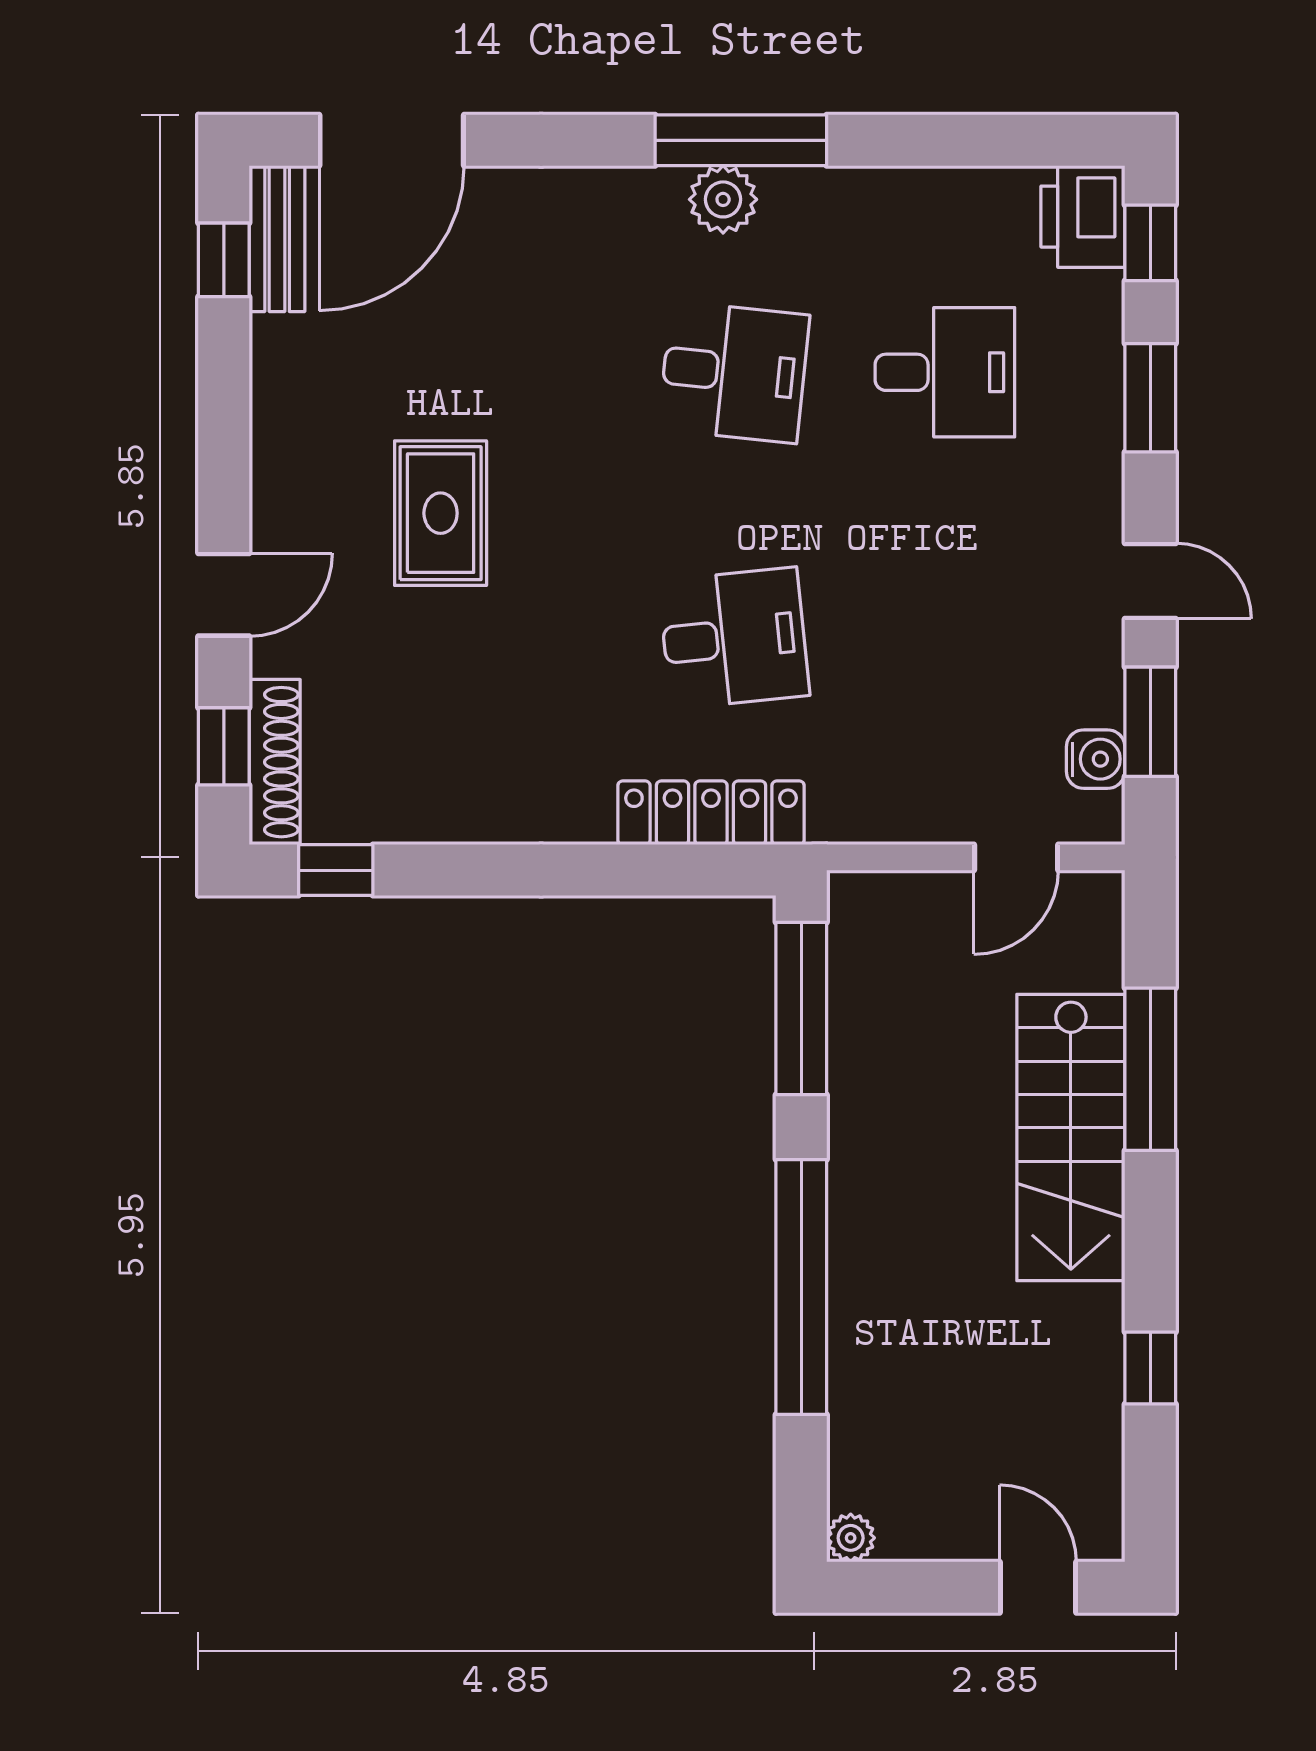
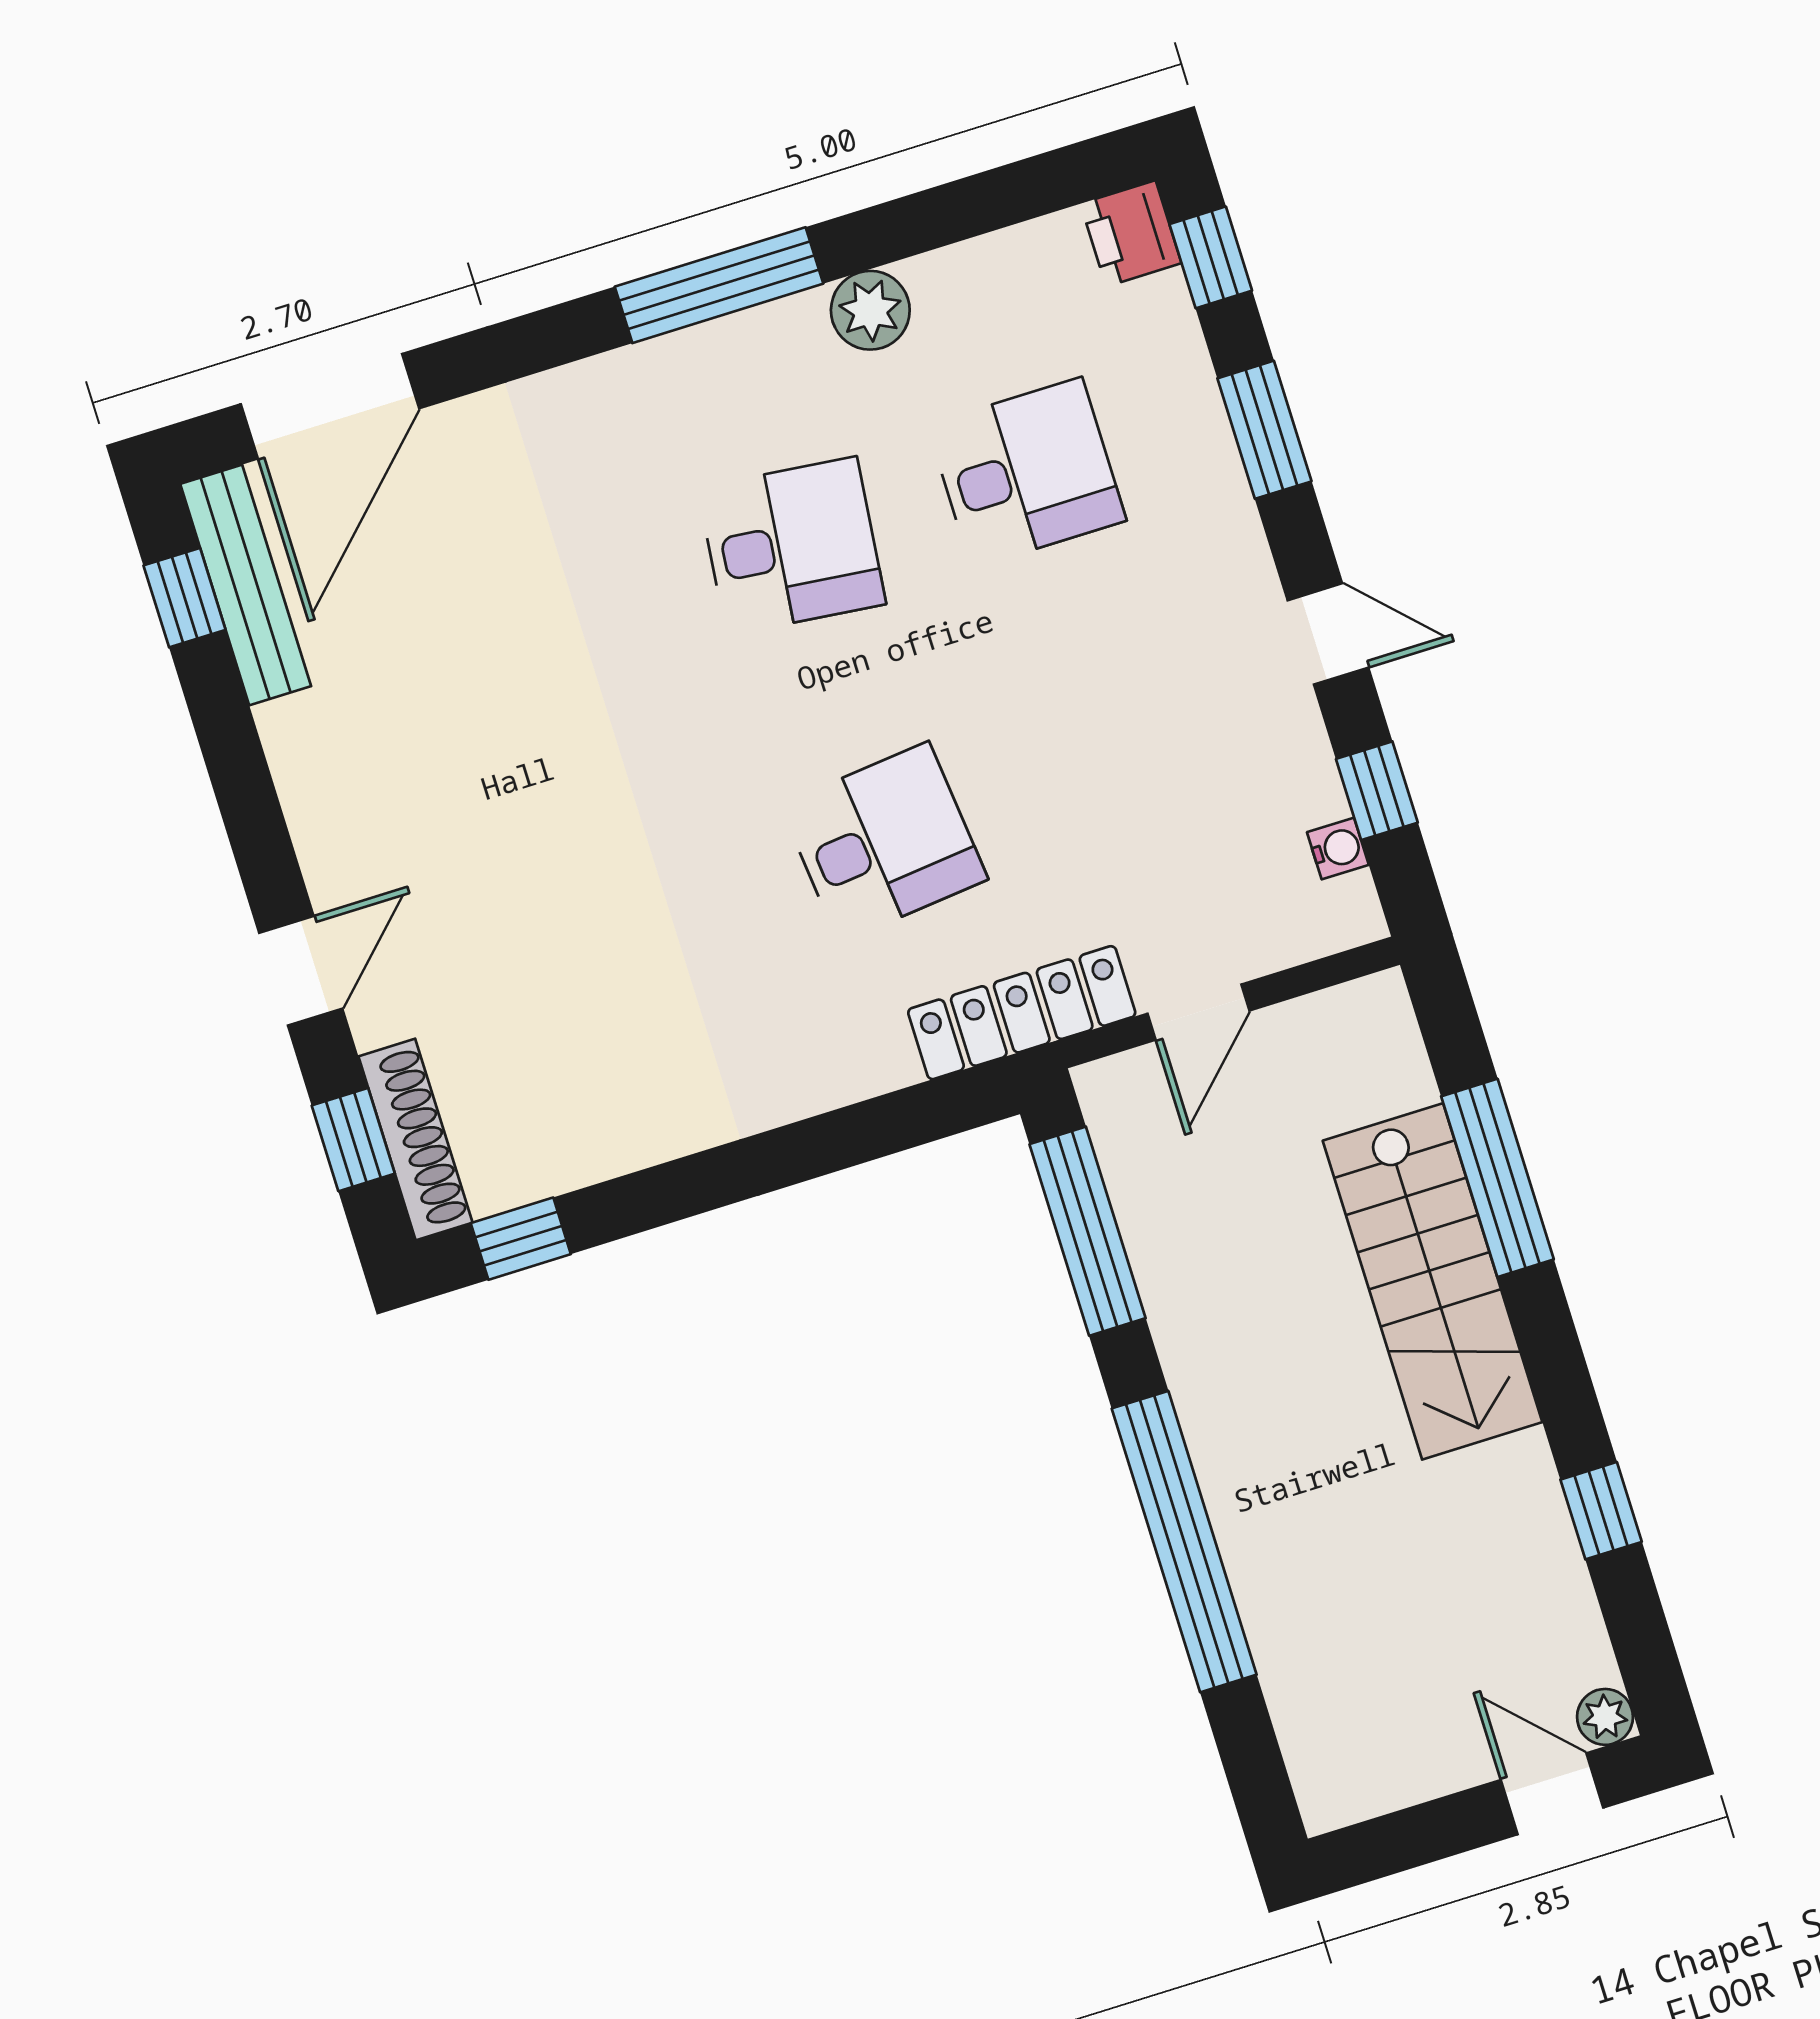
plant: (723, 199) -> (870, 310), moved
printer: (1083, 217) -> (1131, 233), width x0.73, depth x0.81
bench: (277, 239) -> (246, 585), width x1.36
rug: (441, 513) -> (514, 805), removed
window: (1150, 722) -> (1377, 791), width x0.67
water cooler: (1096, 759) -> (1338, 848), width x0.72, depth x0.72
locker: (711, 813) -> (1022, 1013), moved
door: (1016, 857) -> (1199, 1012), moved
plant: (851, 1538) -> (1605, 1717), moved

